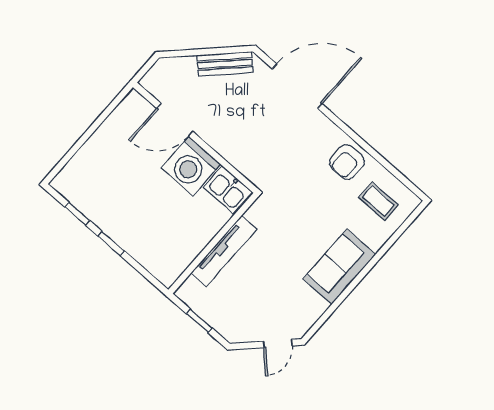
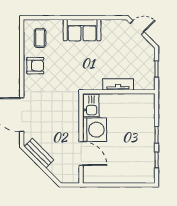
tv unit: (224, 251) -> (118, 84), width x0.71

